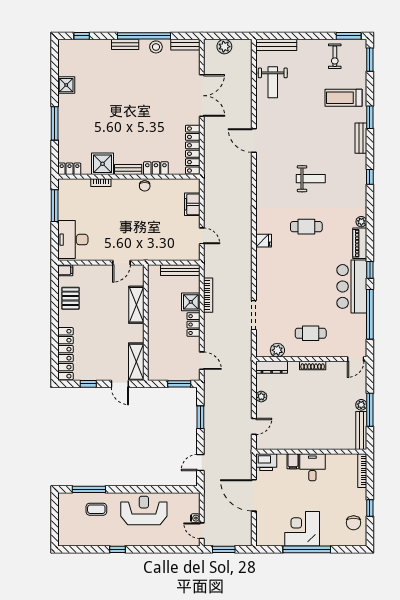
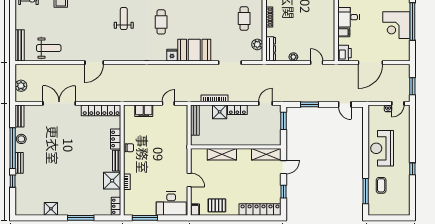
window: (82, 36) -> (13, 181), moved
door: (121, 263) -> (189, 180), moved
booth: (270, 269) -> (194, 50), added

